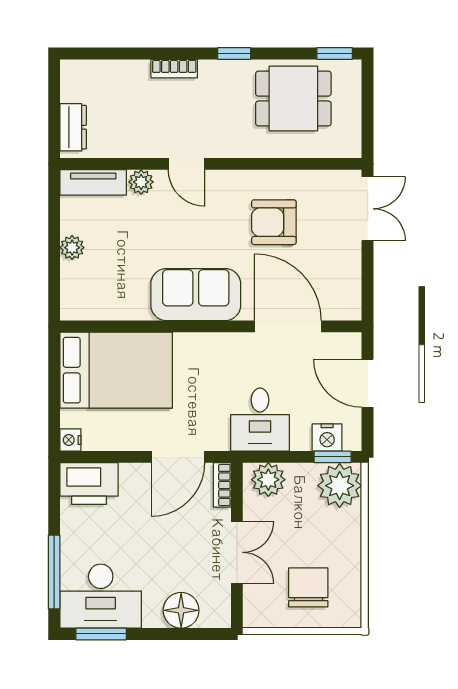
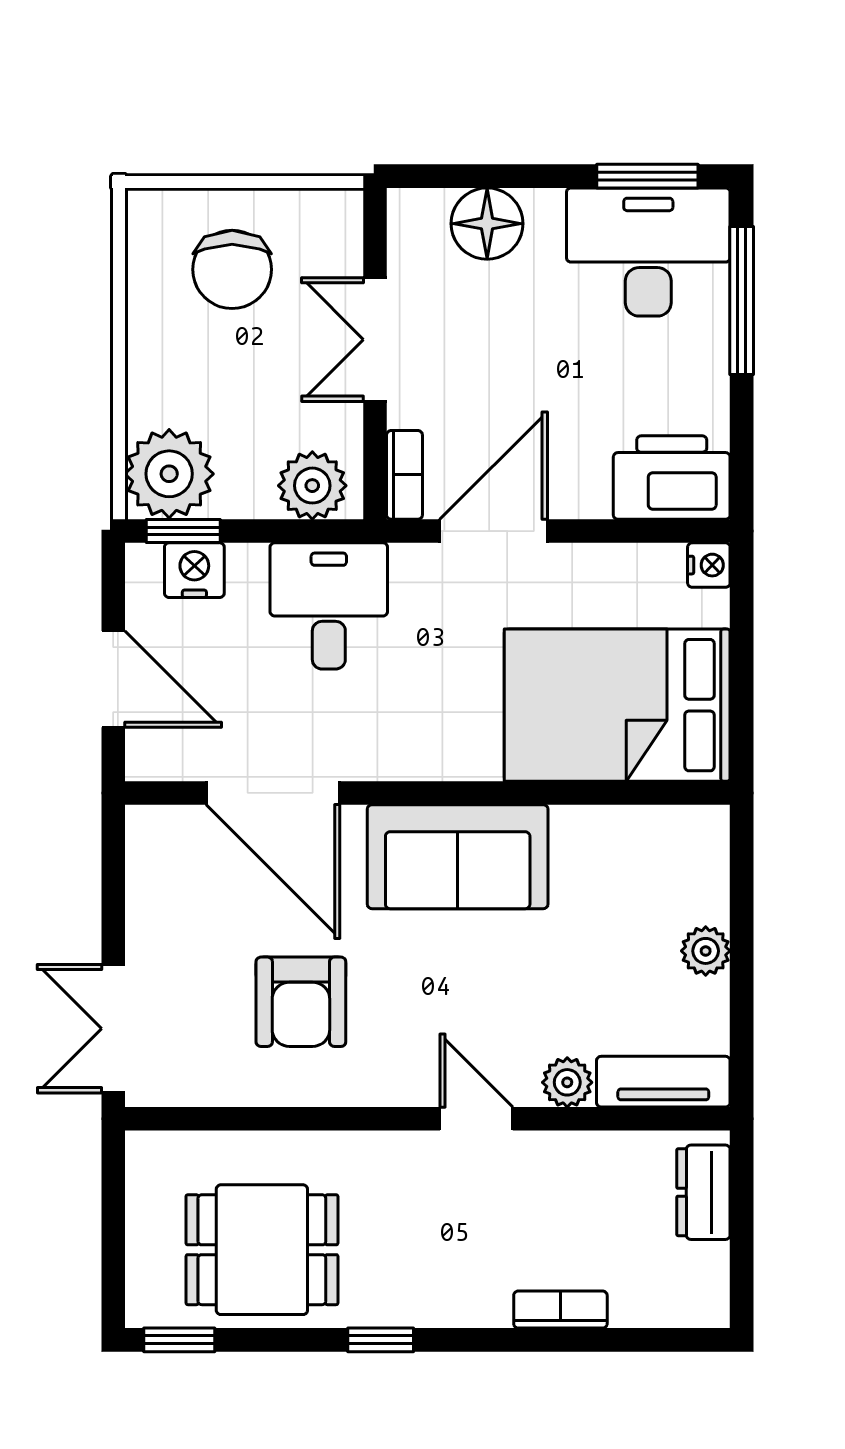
bookcase: (174, 69) -> (560, 1310), moved
armchair: (274, 222) -> (301, 1002), turned 90

